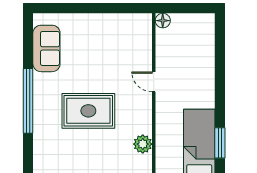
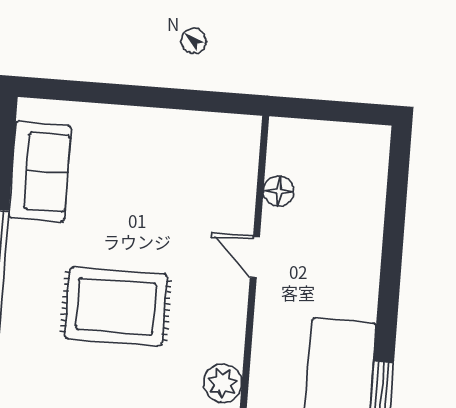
floor lamp: (163, 21) -> (279, 191), moved

